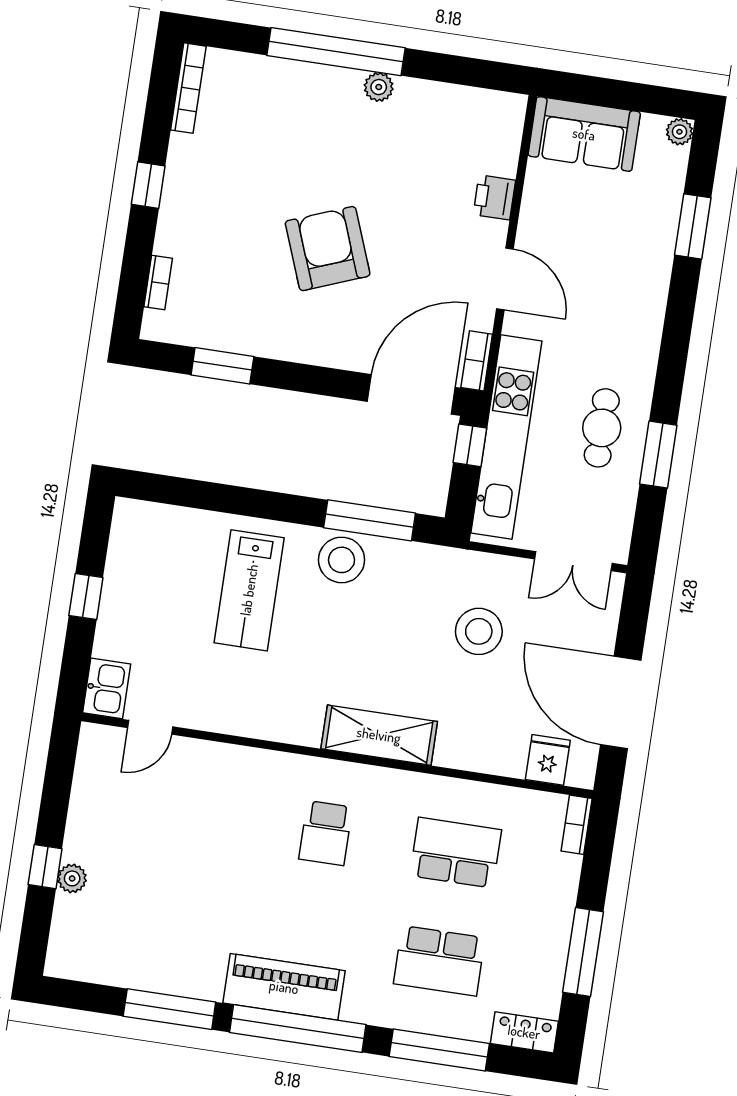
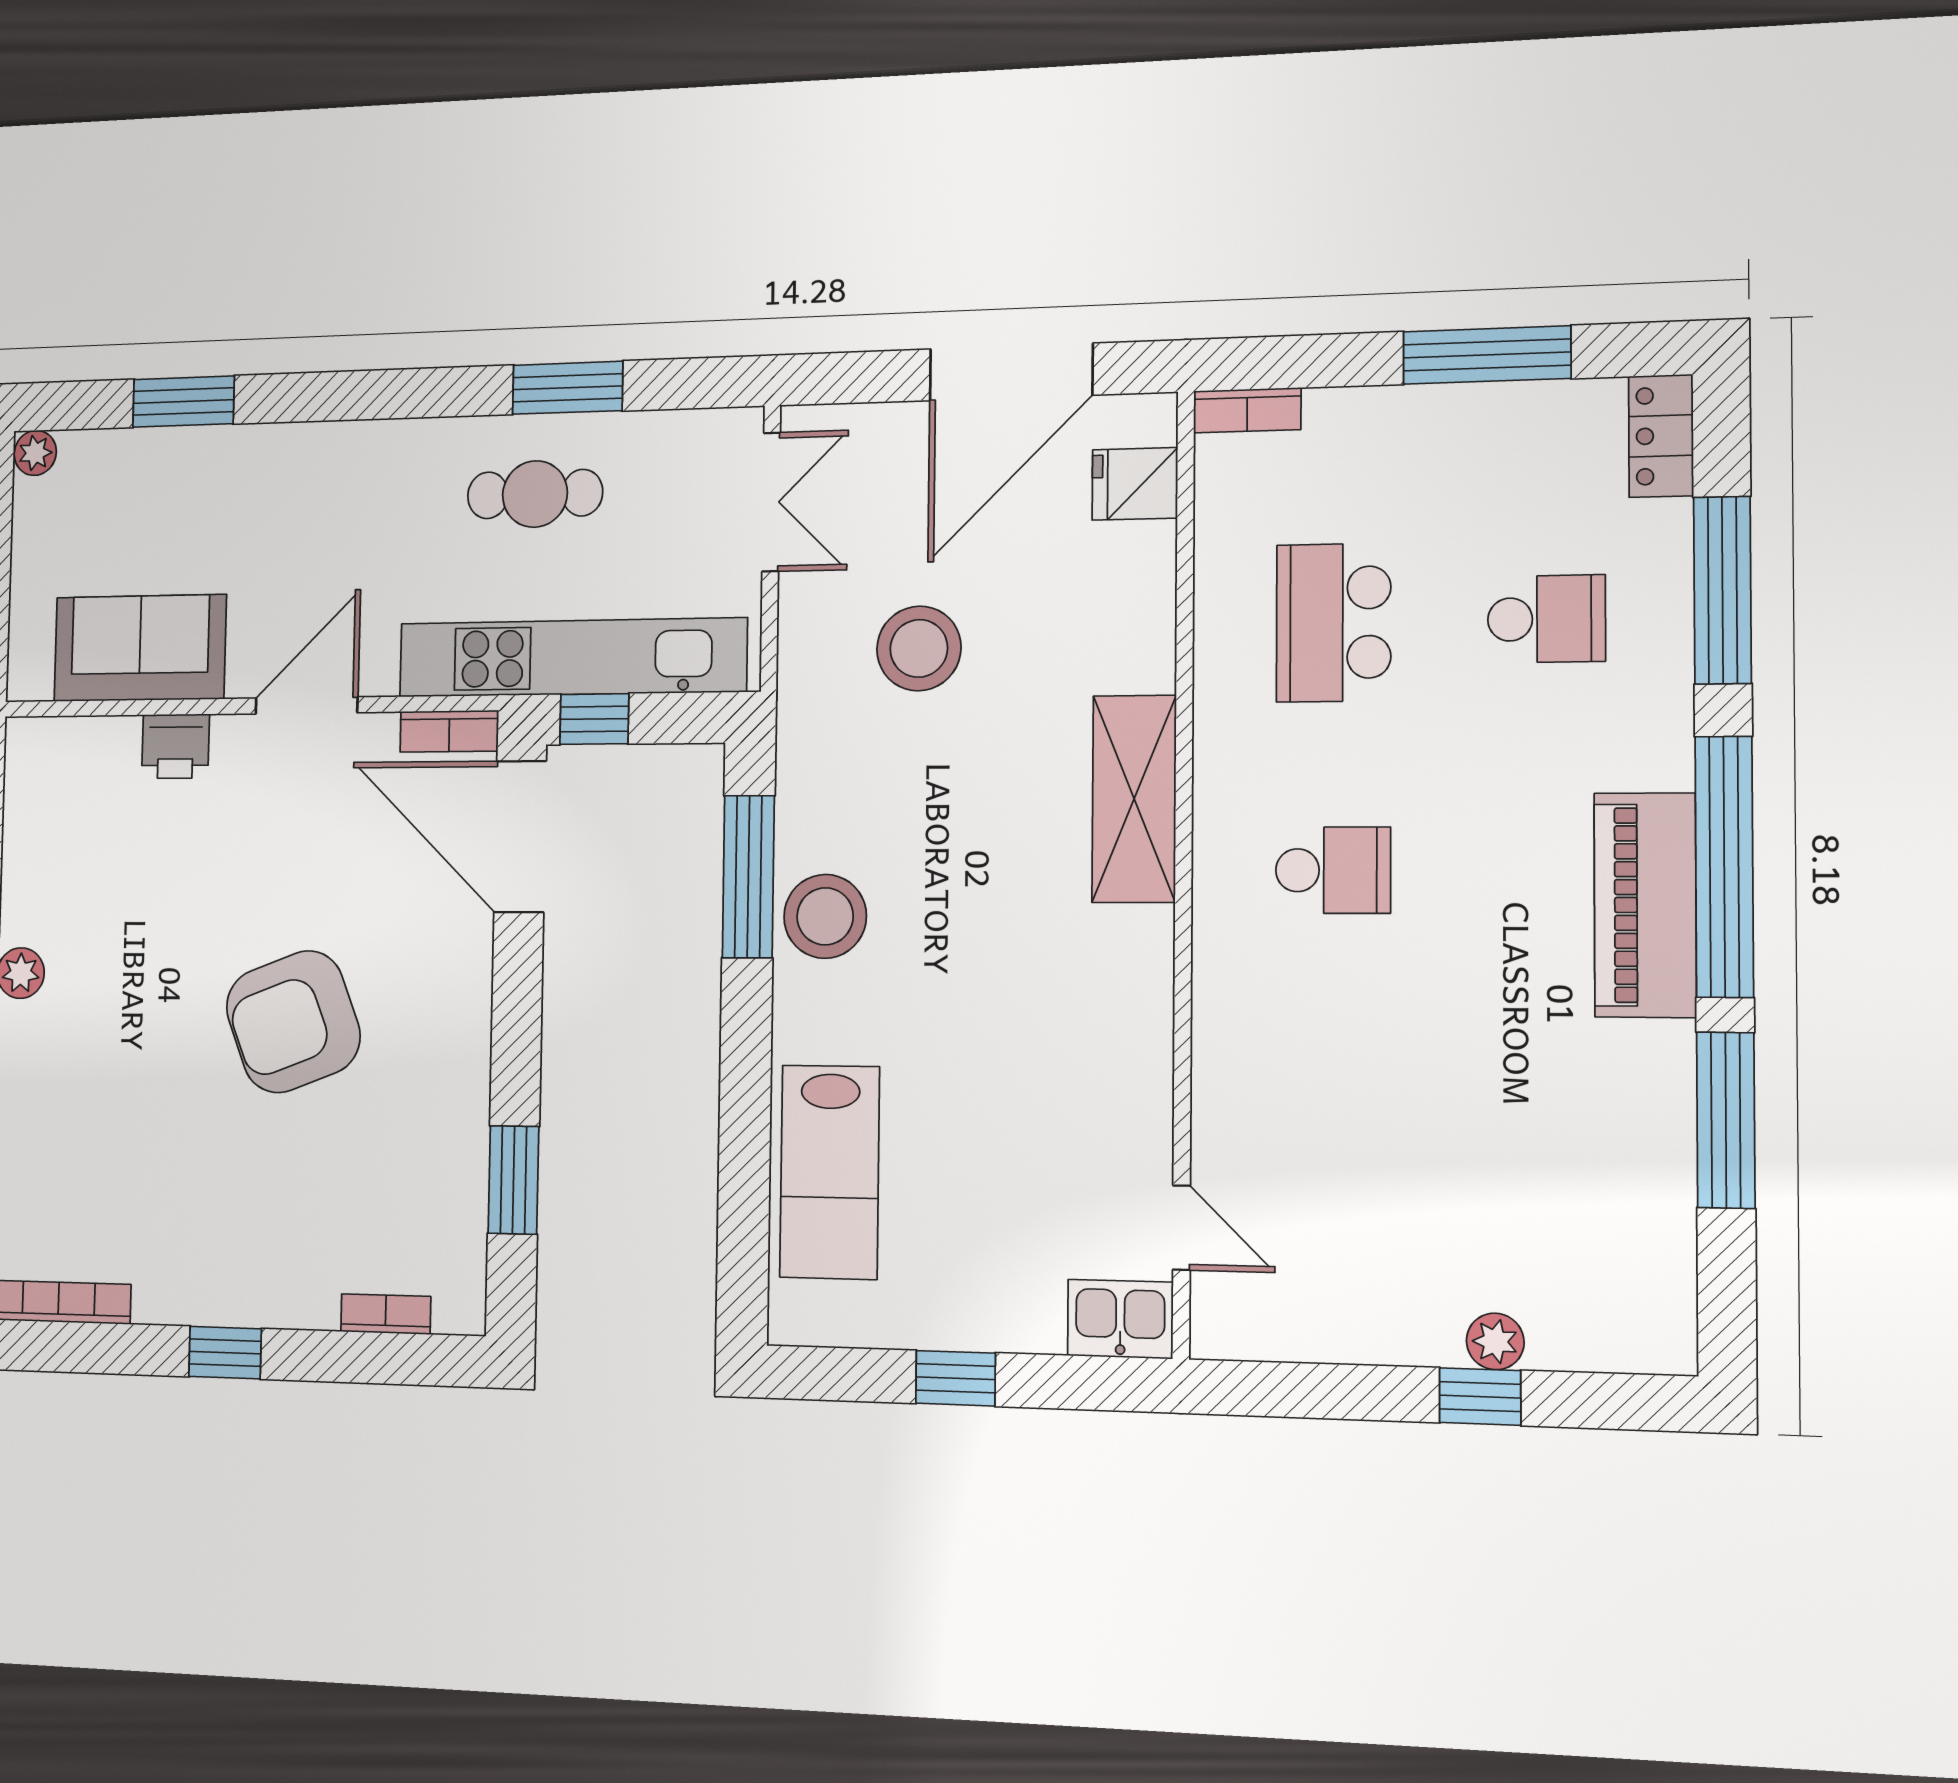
sofa: (584, 134) -> (140, 648), moved, turned -90
lab bench: (249, 590) -> (830, 1172), moved, turned 90
school desk: (439, 961) -> (1546, 619), width x0.54

